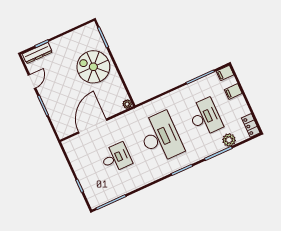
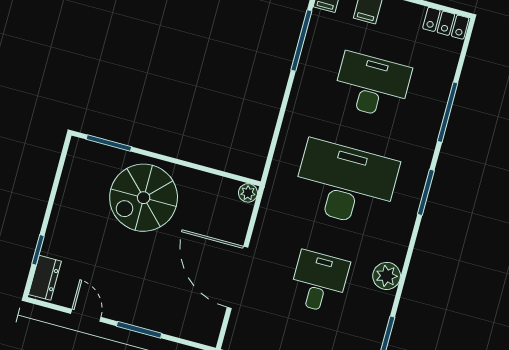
dresser: (37, 53) -> (45, 278), width x0.70
plant: (229, 140) -> (387, 276), moved

